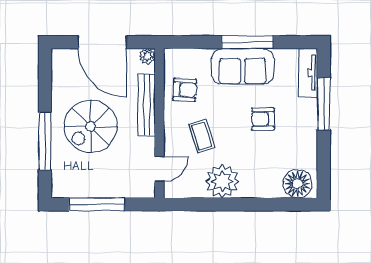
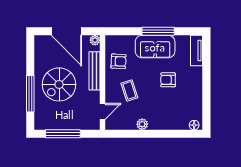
window: (324, 104) -> (206, 70), removed
plant: (222, 181) -> (142, 124), width x0.53, depth x0.53
floor lamp: (298, 184) -> (194, 125), width x0.53, depth x0.53

